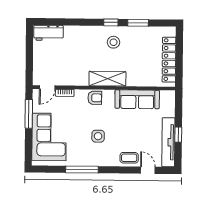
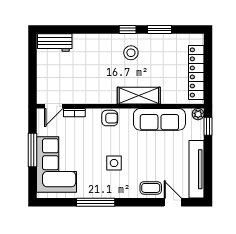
shelving: (107, 79) -> (139, 96), moved
plant: (170, 95) -> (198, 114), added
window: (29, 114) -> (33, 150), moved
window: (178, 135) -> (208, 126), moved

